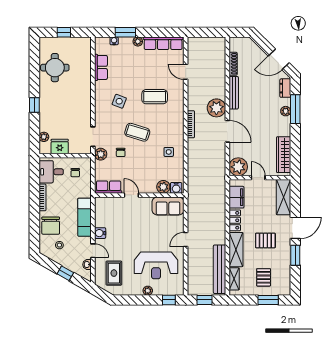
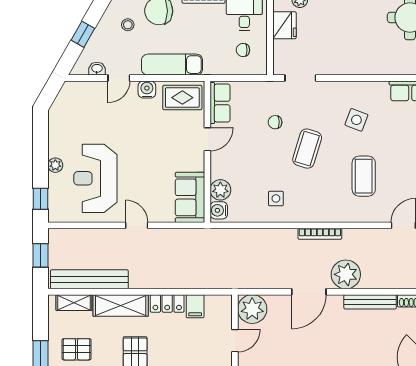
plant: (101, 154) -> (272, 90), removed
filing cabinet: (236, 197) -> (195, 306), width x0.50
rug: (114, 273) -> (182, 98), moved

